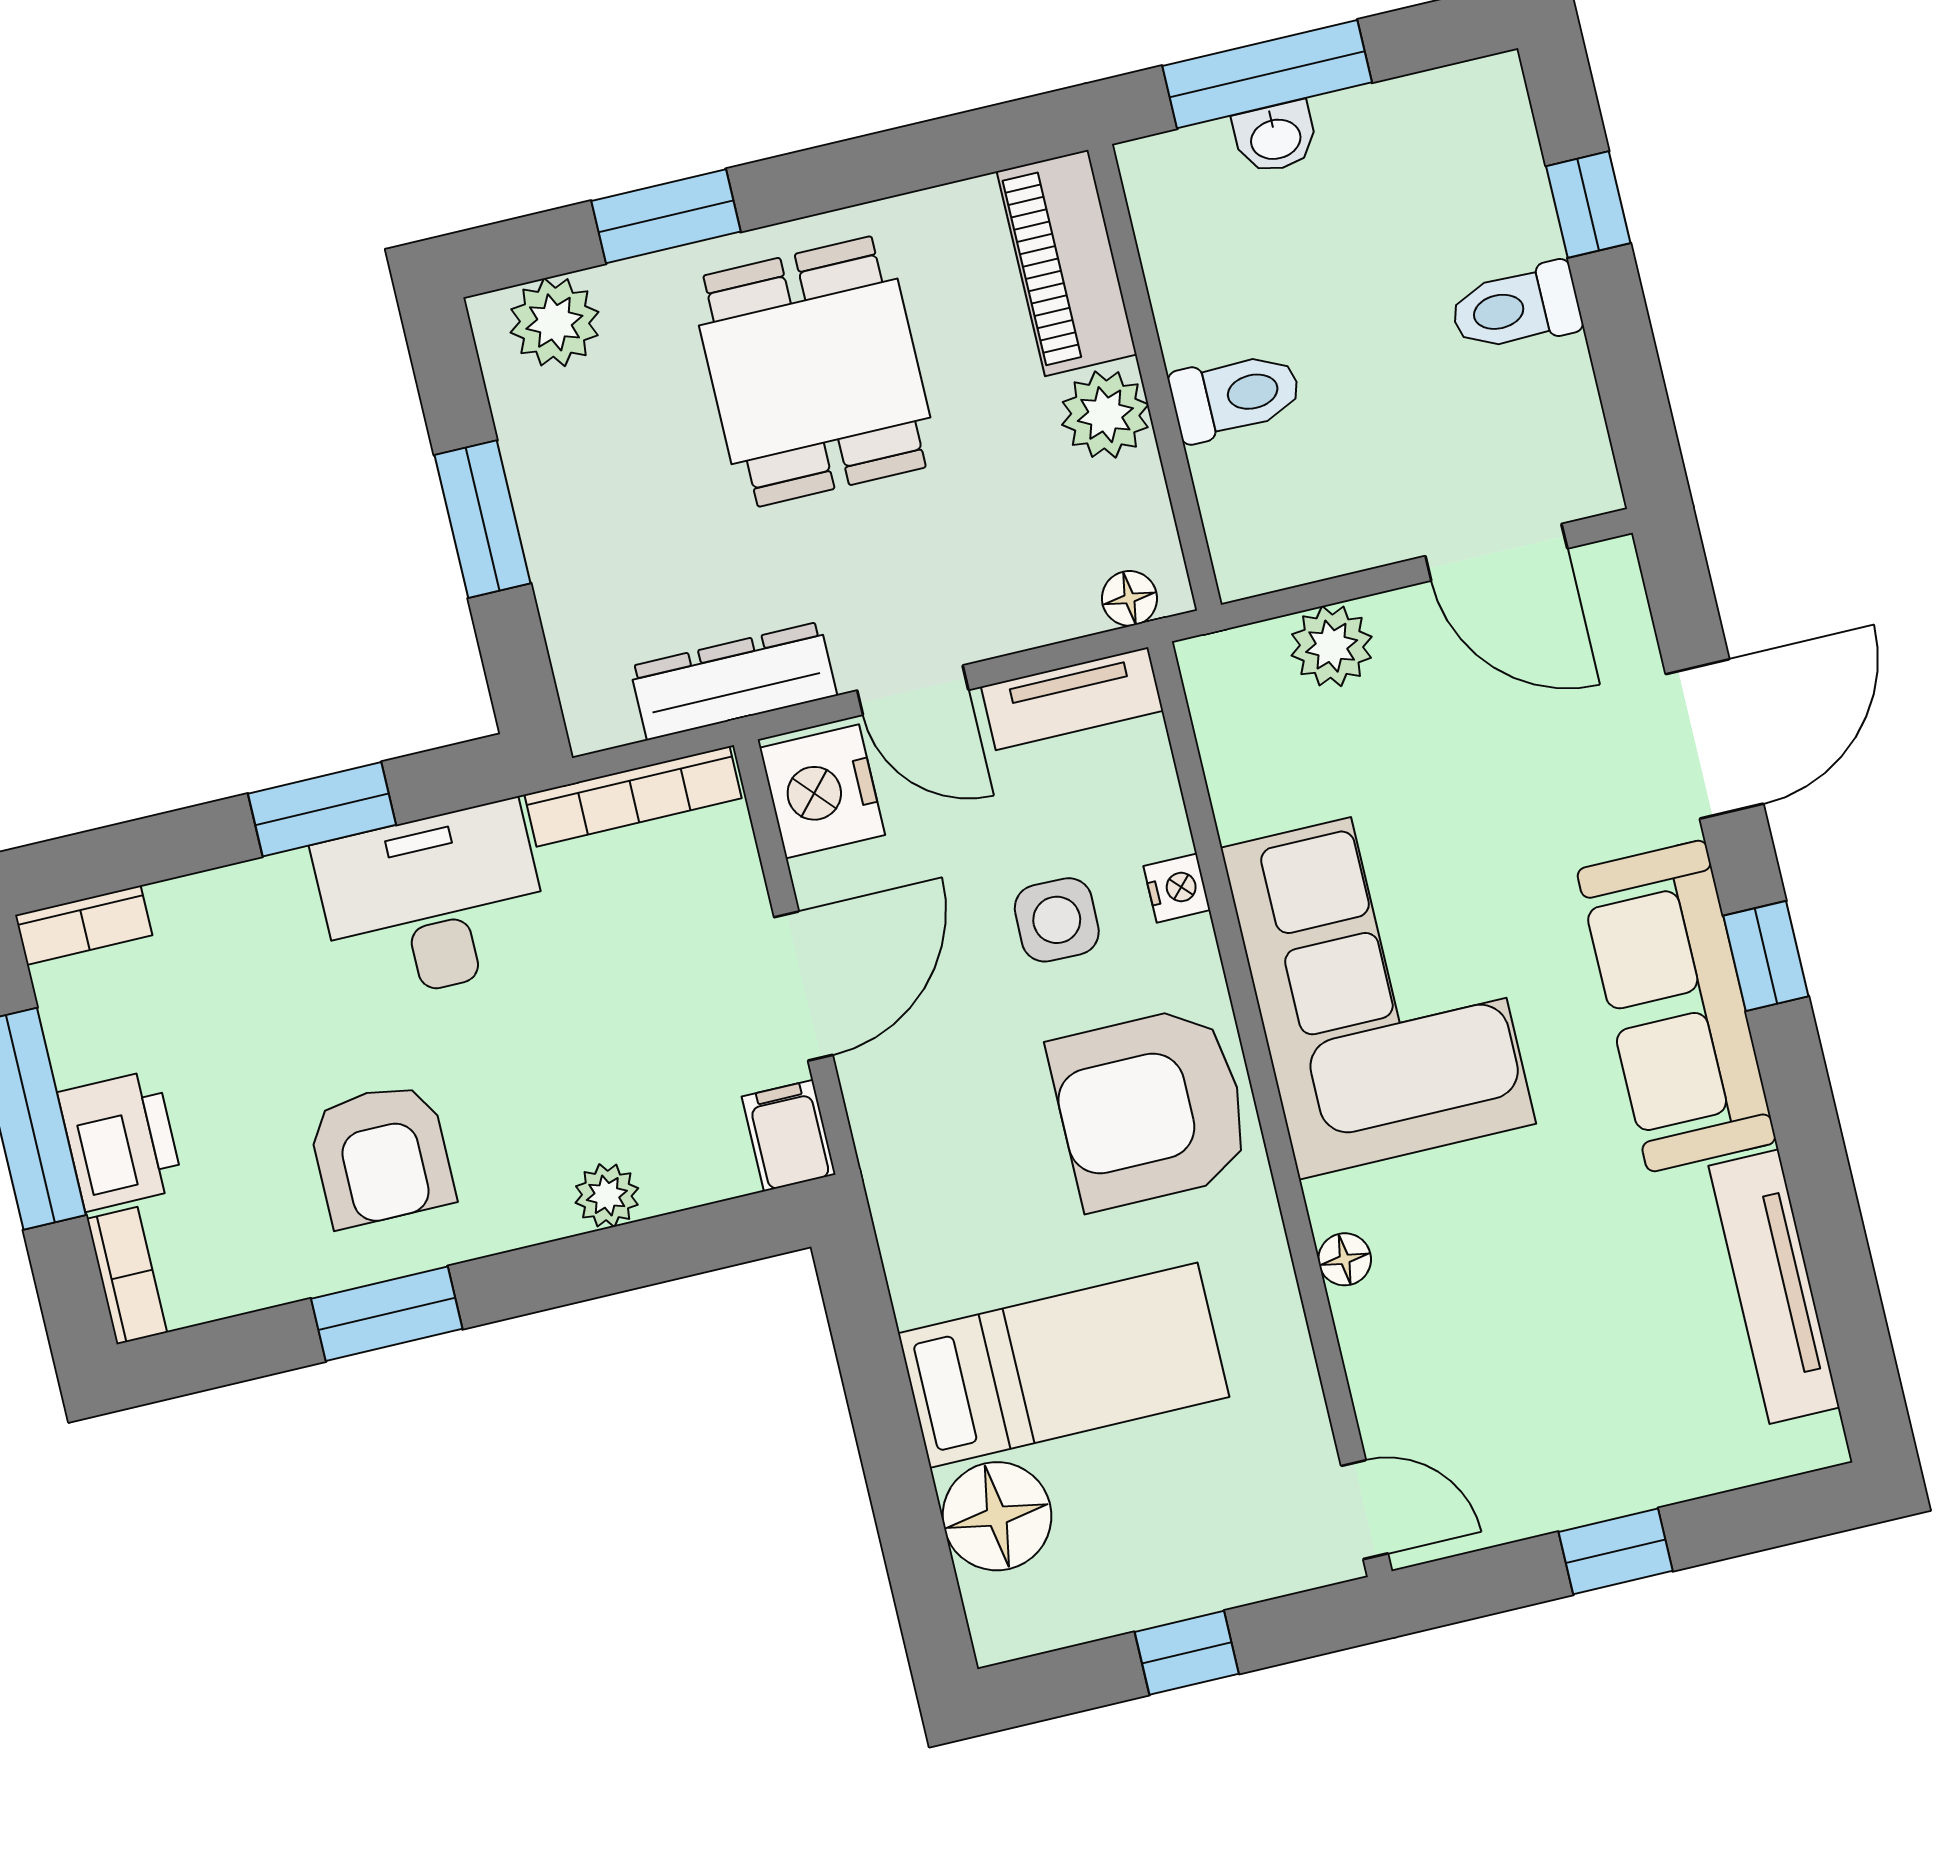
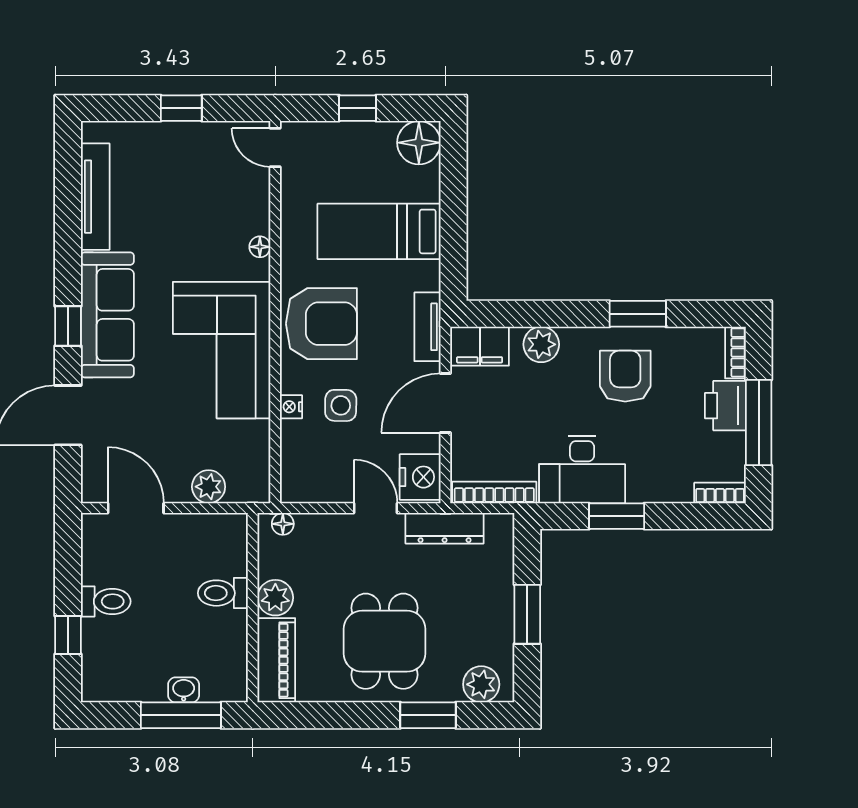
tv unit: (1072, 699) -> (427, 327), moved, turned -90
filing cabinet: (789, 1136) -> (480, 346), width x2.00
plant: (607, 1195) -> (541, 344), width x1.38, depth x1.38
floor lamp: (997, 1516) -> (419, 143), moved

